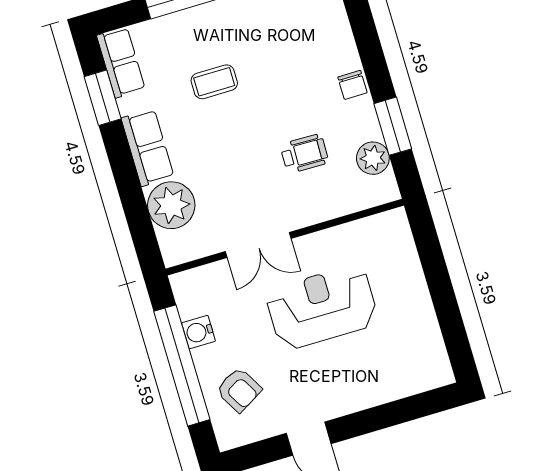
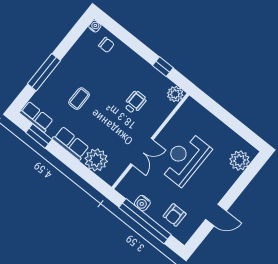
chair: (352, 85) -> (106, 45), moved
window: (393, 126) -> (163, 67), width x0.67
plant: (373, 158) -> (175, 94), moved
plant: (412, 374) -> (240, 160), added
armchair: (239, 390) -> (175, 215), turned 120

